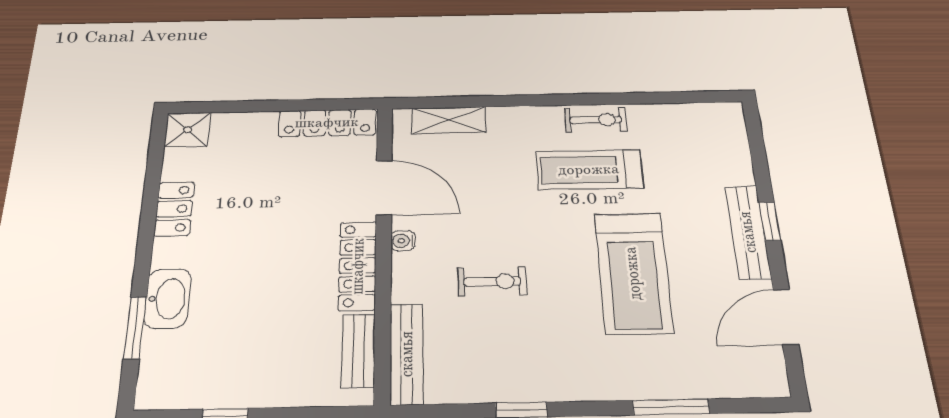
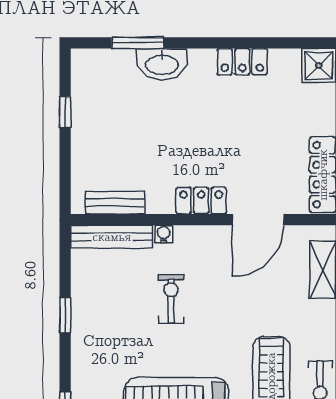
water cooler: (403, 241) -> (164, 234), moved
locker: (358, 266) -> (201, 201), width x0.66
exercise bike: (492, 281) -> (171, 299), turned 180

